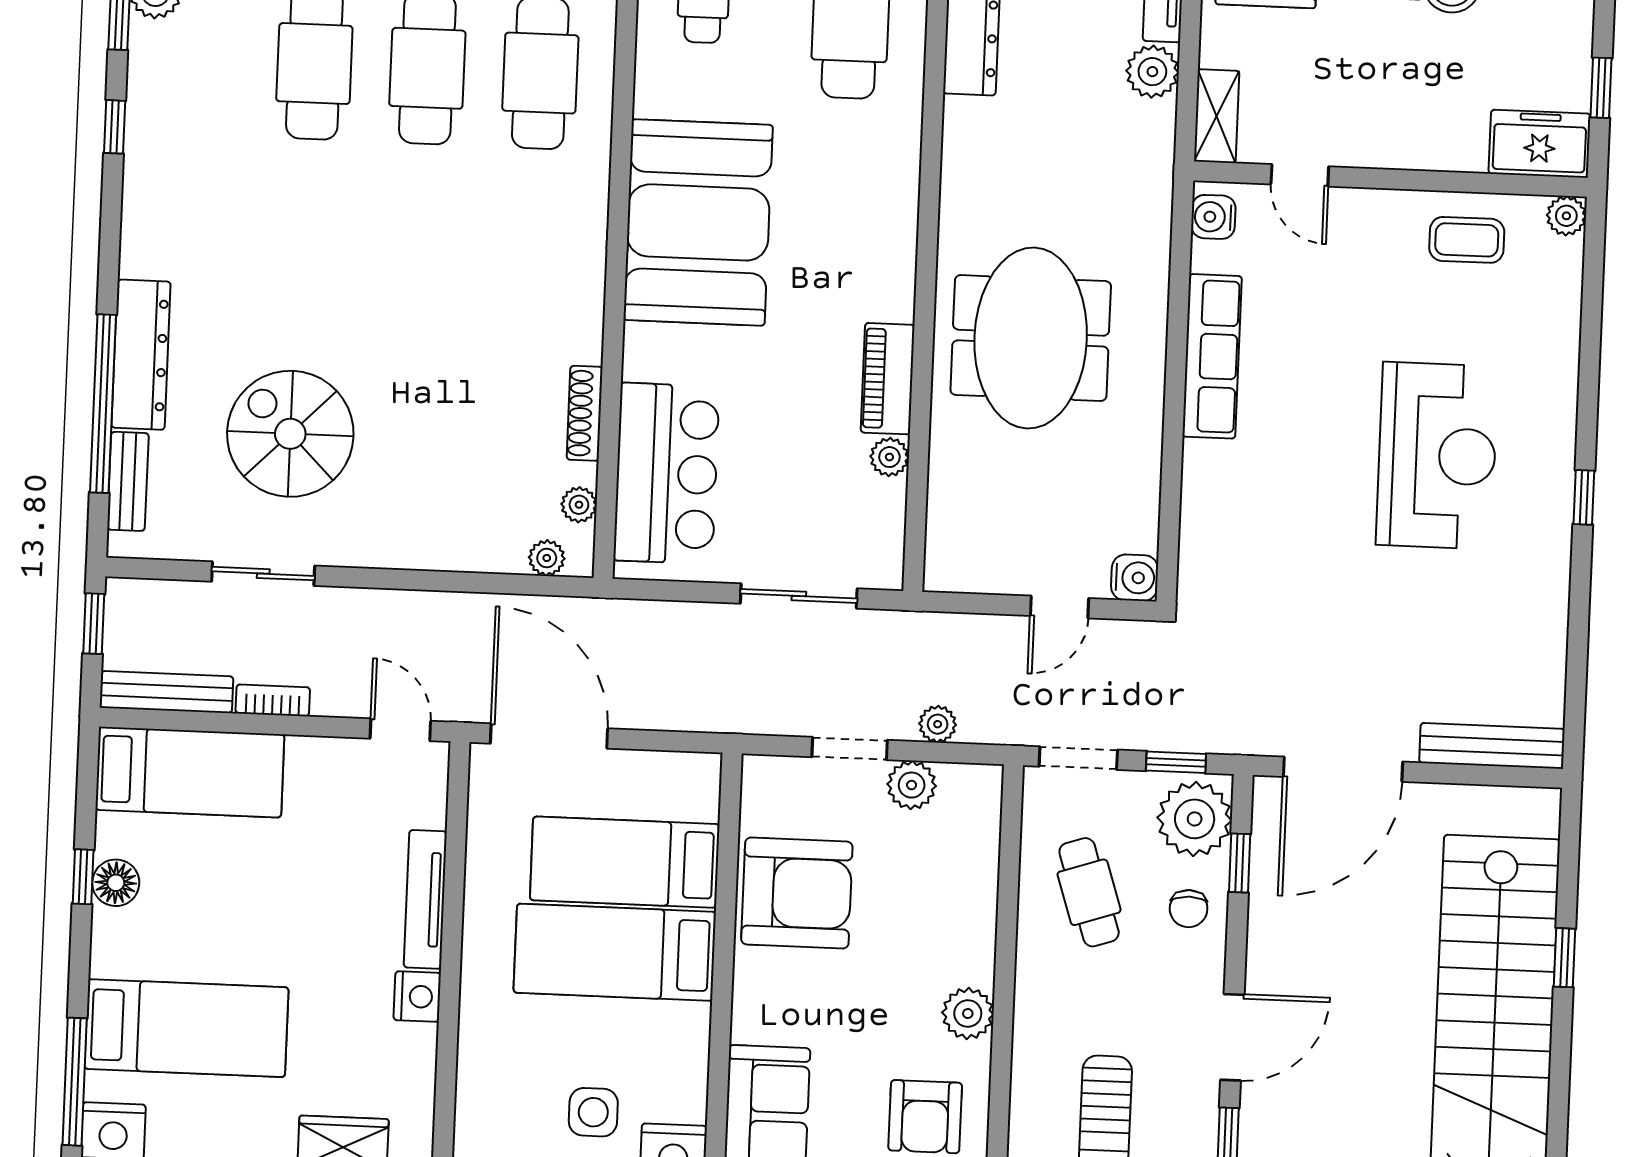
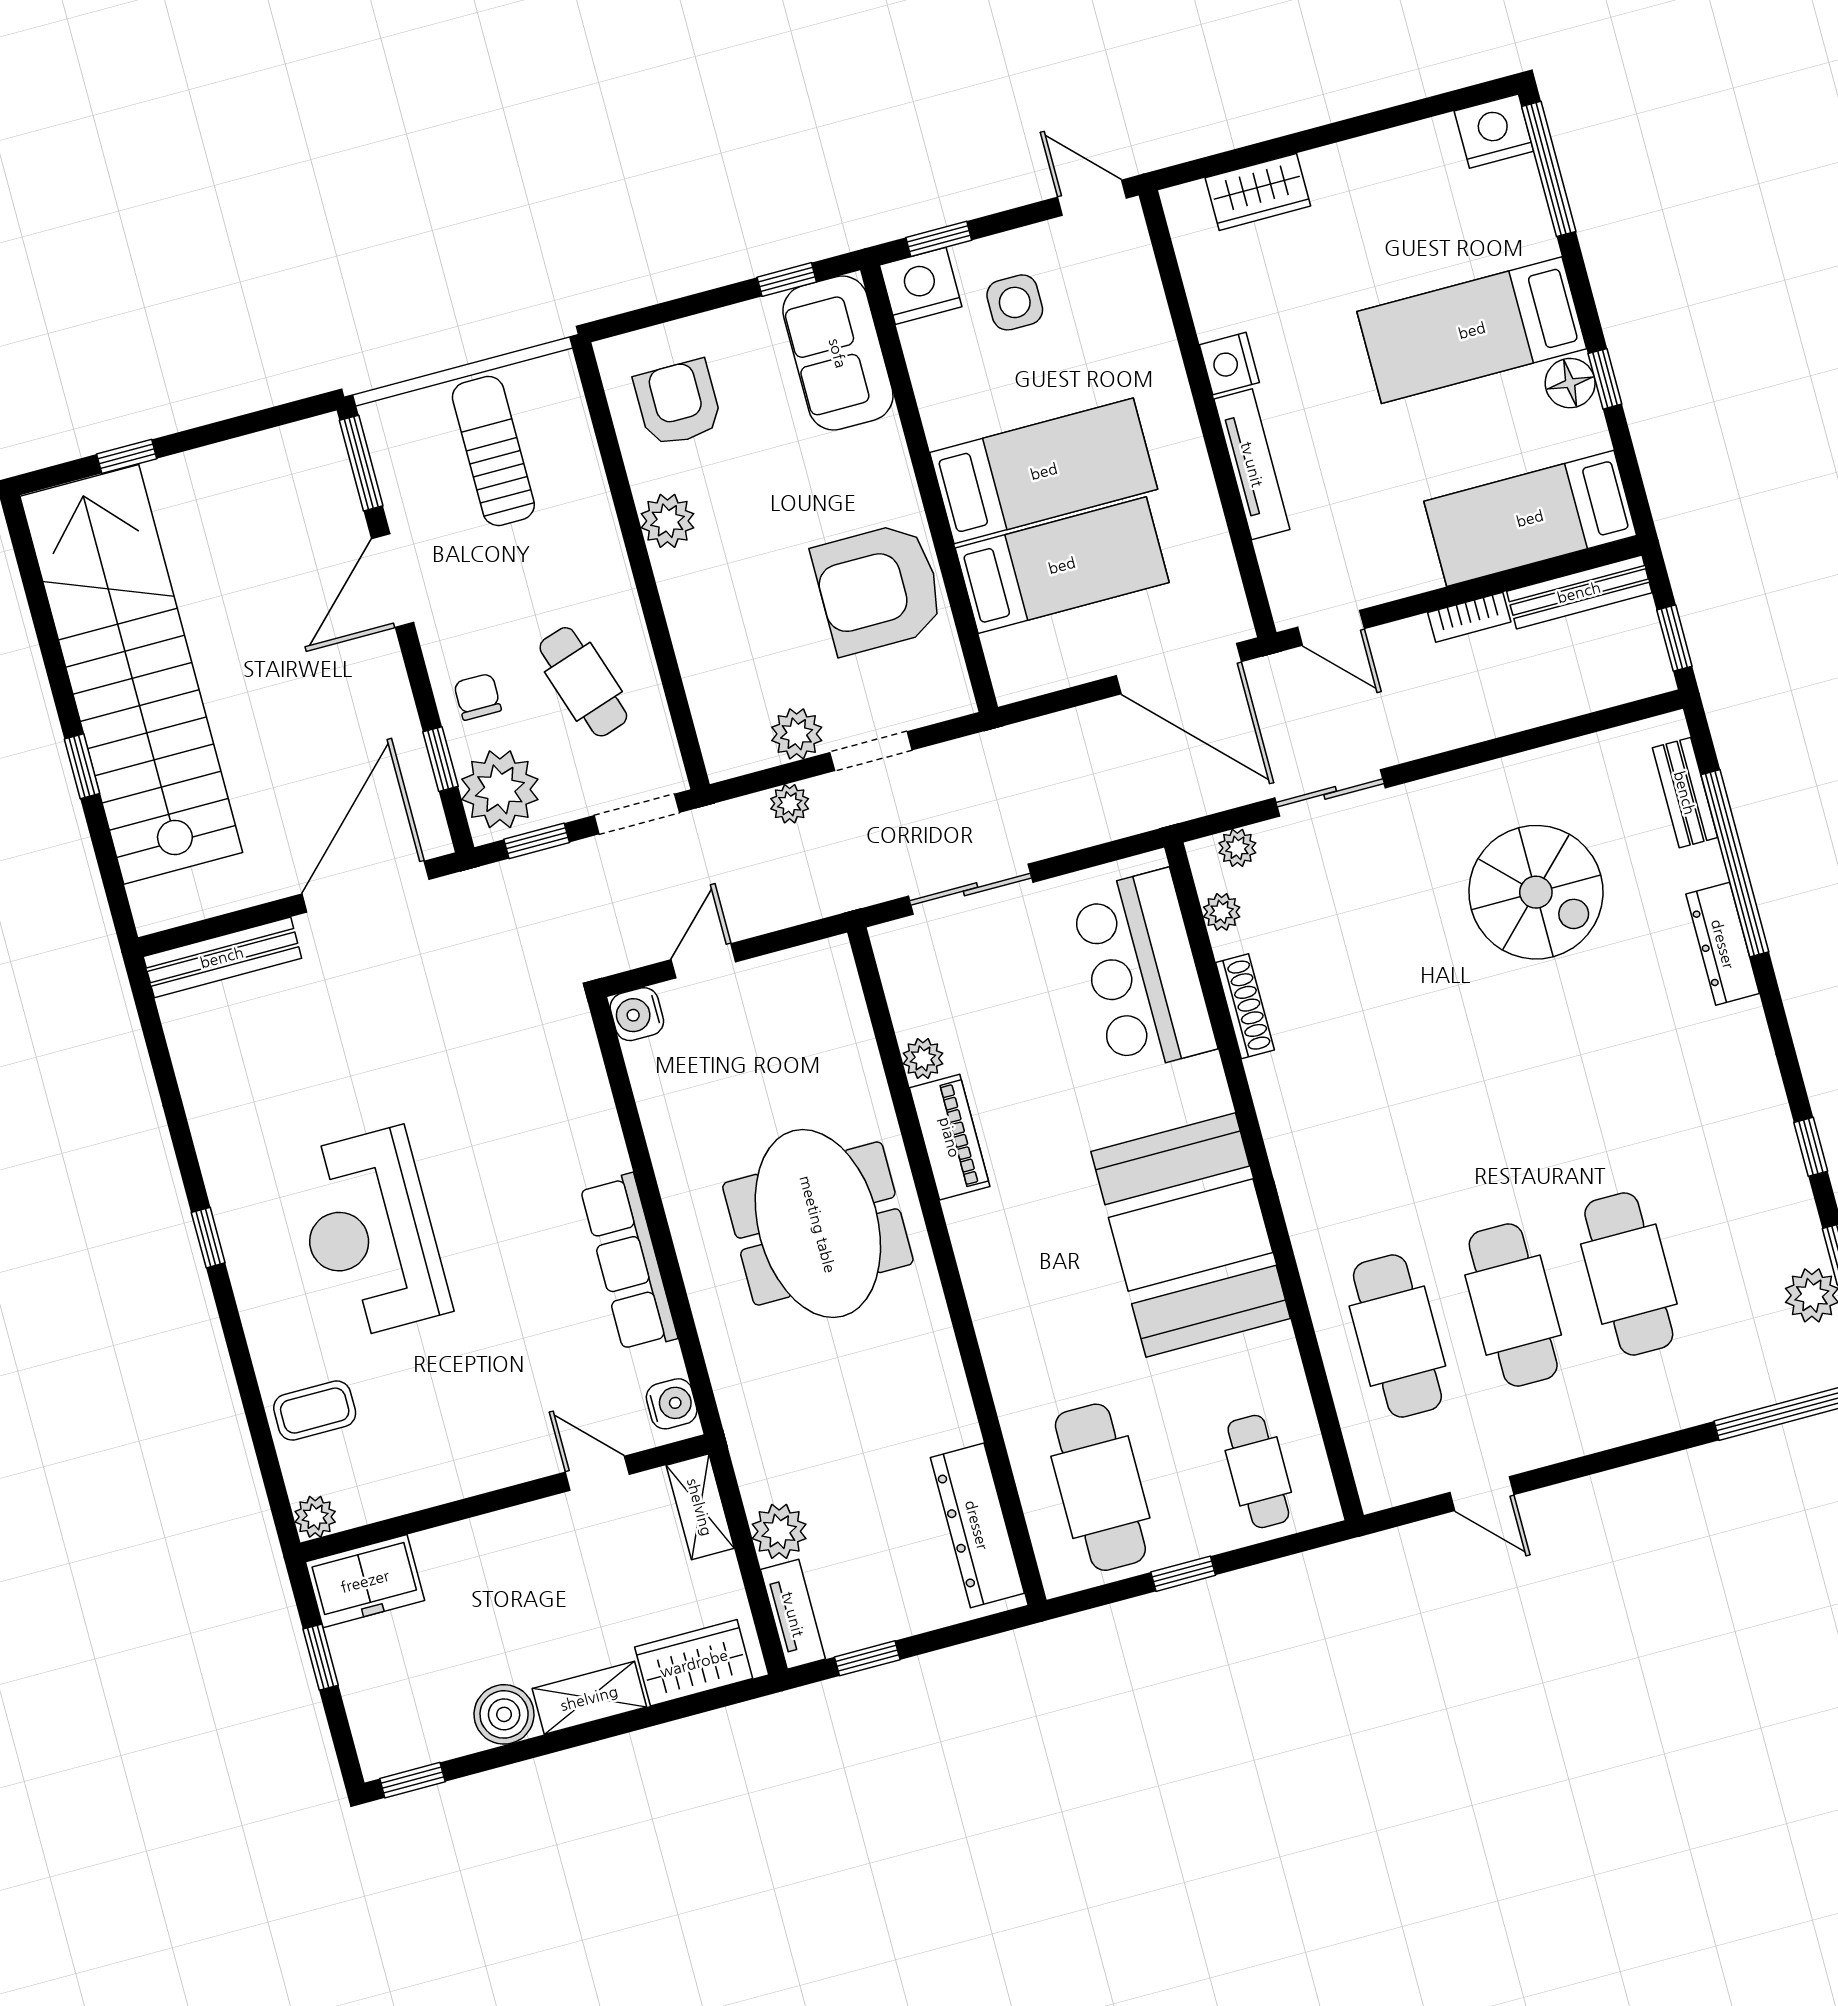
coffee table: (1467, 240) -> (315, 1411), moved
dresser: (141, 355) -> (1723, 944), width x0.73, depth x0.80
sliding door: (263, 574) -> (1330, 793), moved
bed: (187, 1028) -> (1472, 330), moved

